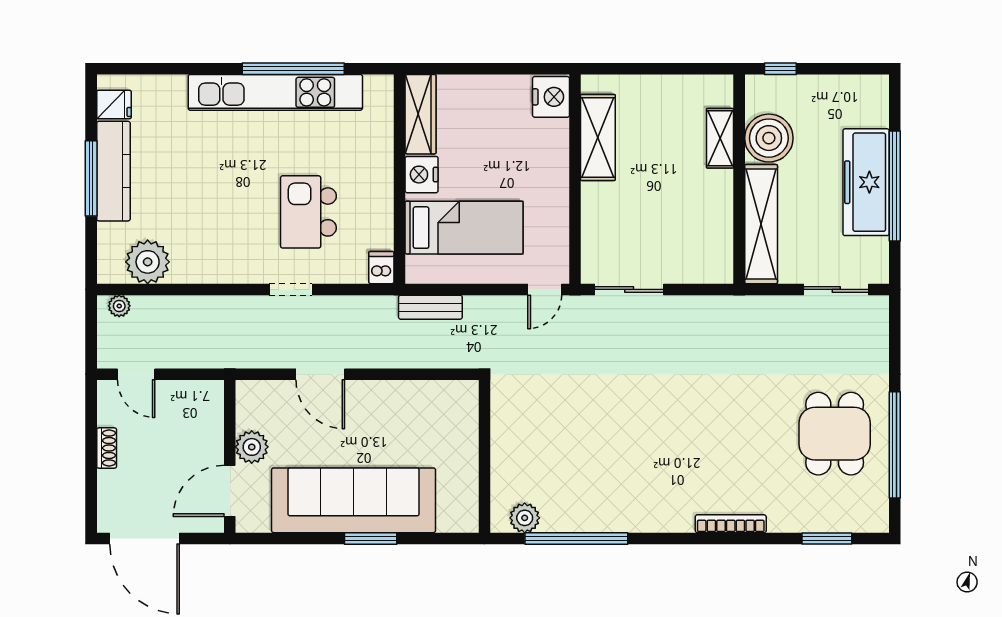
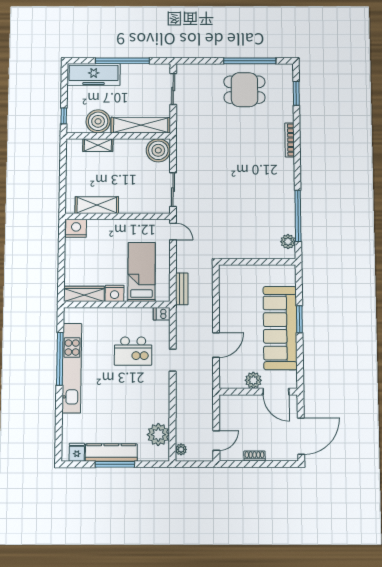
freezer: (866, 182) -> (94, 74), moved
boiler: (709, 260) -> (158, 150), added

